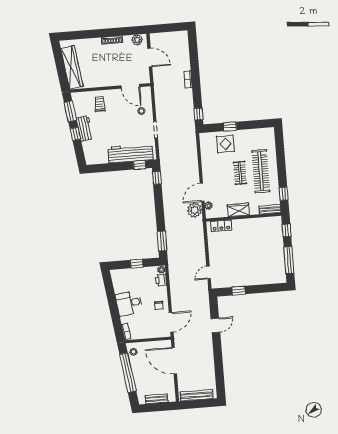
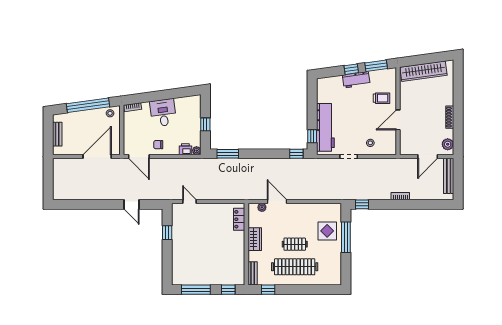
door: (130, 86) -> (398, 120), moved
window: (230, 126) -> (346, 237), width x2.17
plant: (195, 210) -> (258, 192), removed
bench: (197, 395) -> (449, 176), moved

